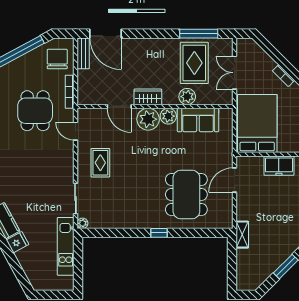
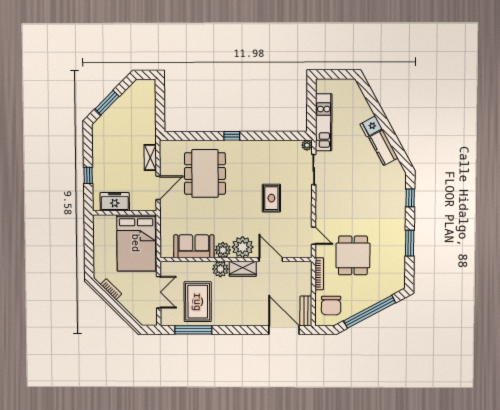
plant: (187, 97) -> (220, 269), moved
rug: (100, 163) -> (271, 198), moved
shelving: (242, 235) -> (150, 157), moved

